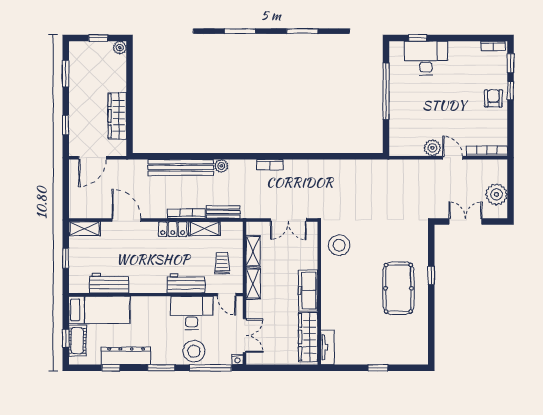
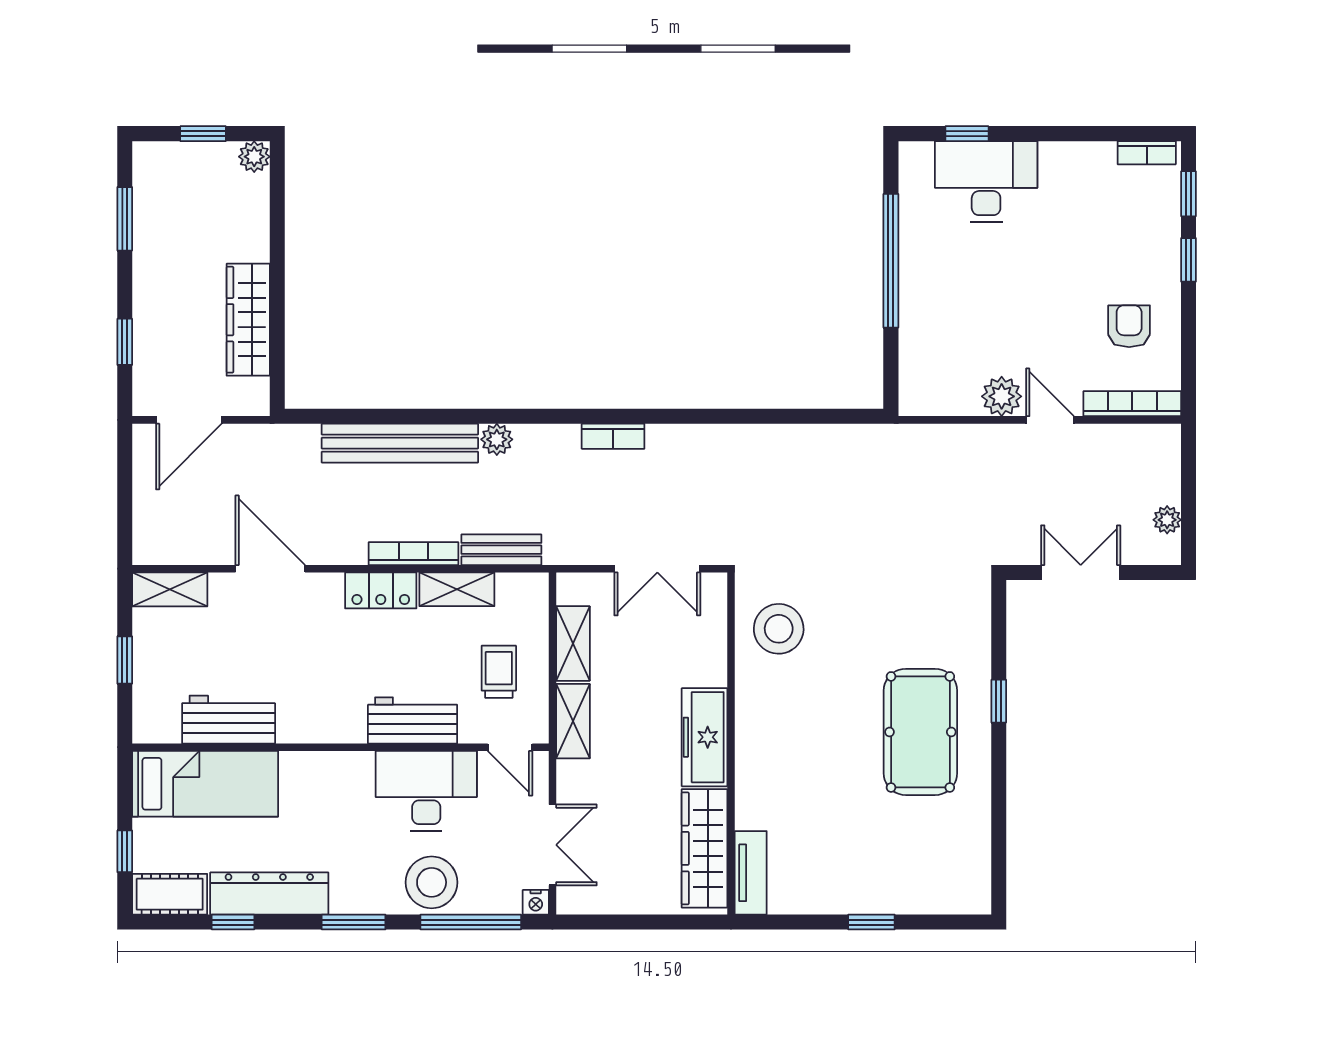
armchair: (493, 98) -> (1129, 326), moved
plant: (497, 194) -> (1167, 520), width x0.53, depth x0.53
cot: (77, 341) -> (170, 894), moved, turned 90

